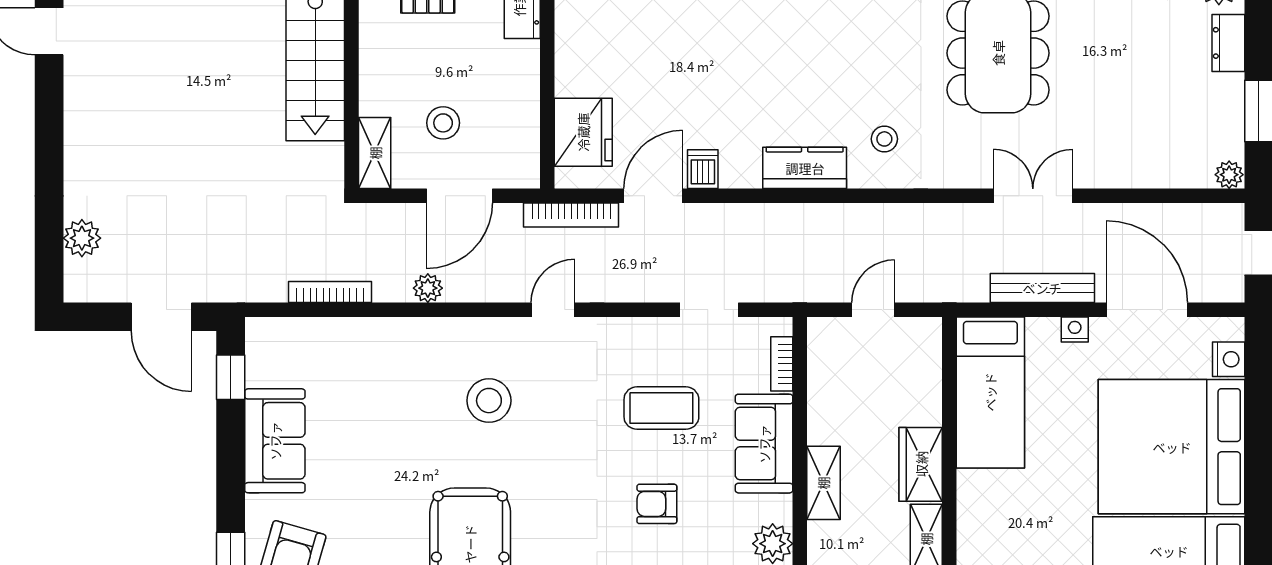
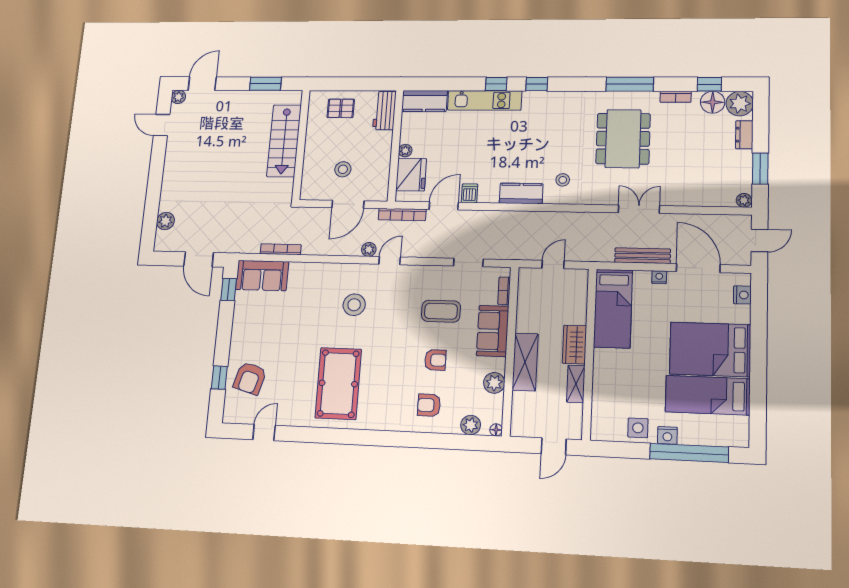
plant: (568, 82) -> (405, 151), added
shelving: (375, 153) -> (309, 183), removed
plant: (428, 288) -> (369, 249), moved
sofa: (275, 441) -> (262, 276), moved, turned 90
bed: (1172, 447) -> (710, 349), width x0.73
shelving: (823, 483) -> (525, 362), width x1.50, depth x1.33
armchair: (657, 504) -> (435, 360), turned 180

